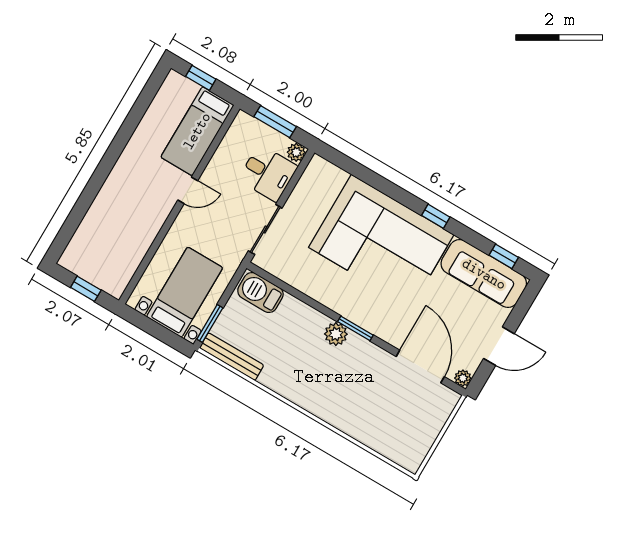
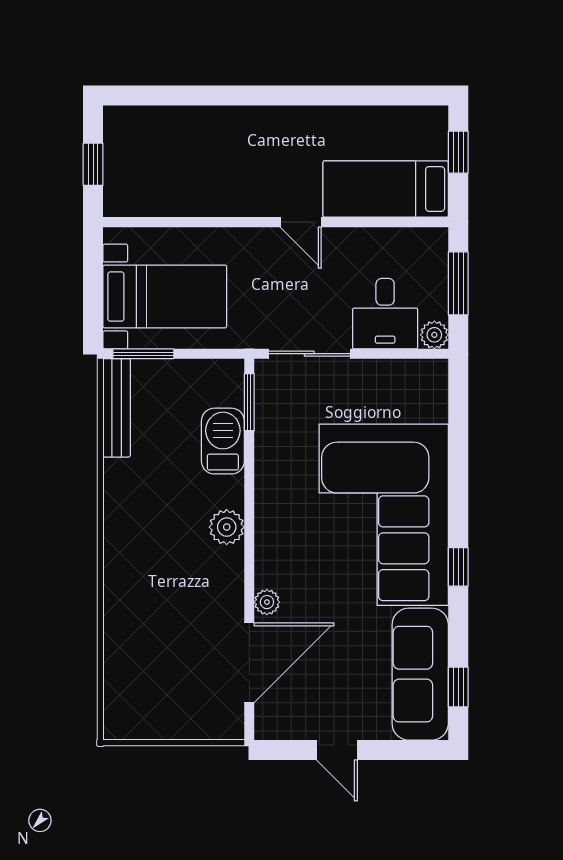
barbecue: (260, 293) -> (223, 441), moved
window: (355, 328) -> (249, 402), moved
door: (499, 346) -> (337, 750), width x0.73
plant: (463, 378) -> (267, 602), moved

